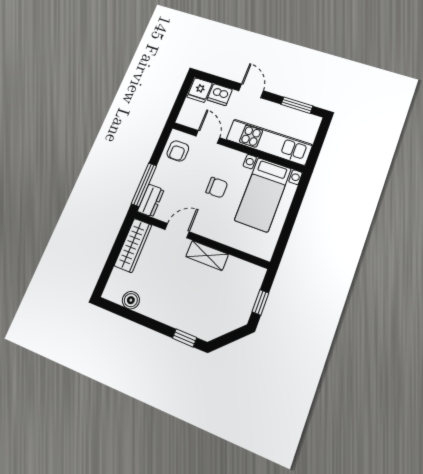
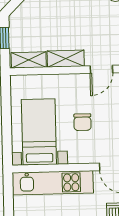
chair: (217, 188) -> (82, 122), turned -90
shelving: (245, 269) -> (29, 60), added

